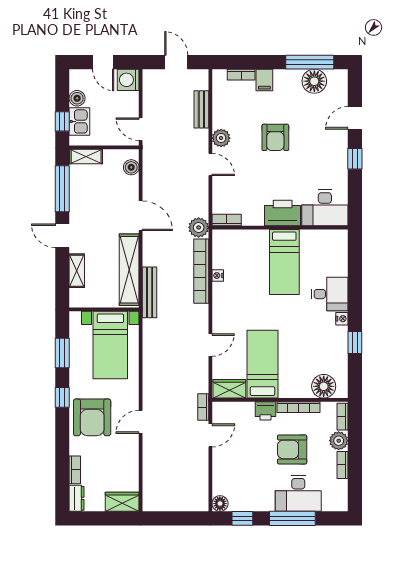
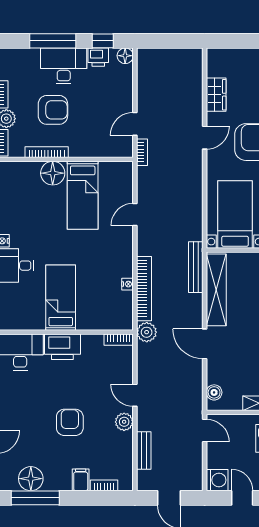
floor lamp: (324, 386) -> (53, 173), moved
wardrobe: (229, 389) -> (116, 171), removed
printer: (265, 411) -> (98, 57), moved, turned 180
desk: (298, 493) -> (64, 66), moved
wardrobe: (122, 502) -> (216, 95), moved, turned -90

